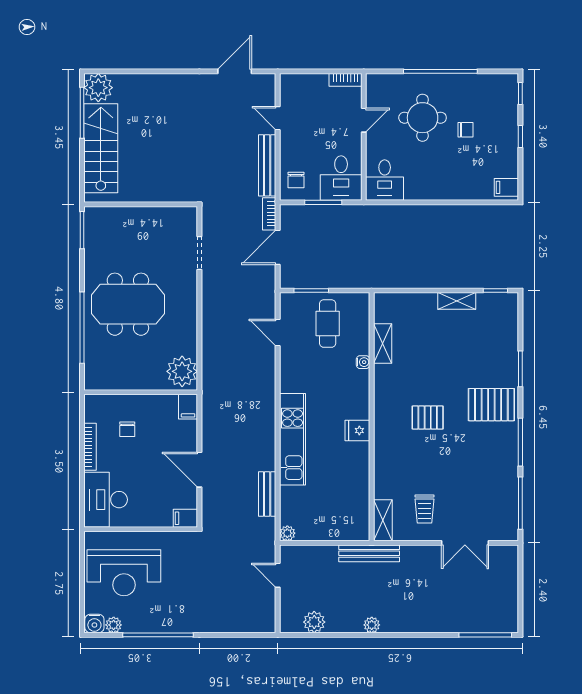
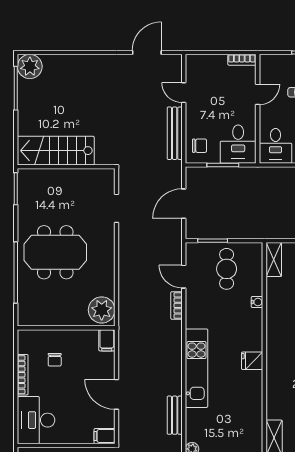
stairs: (101, 148) -> (56, 151), moved, turned -90
chair: (296, 180) -> (199, 146), turned -90
bookcase: (269, 214) -> (176, 305), moved
shelving: (383, 344) -> (274, 259), moved

